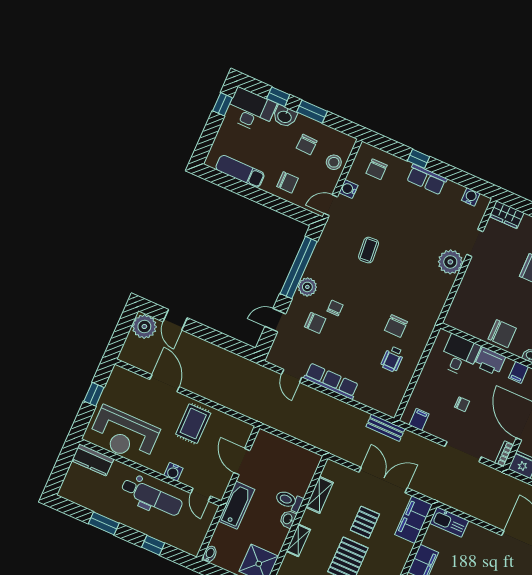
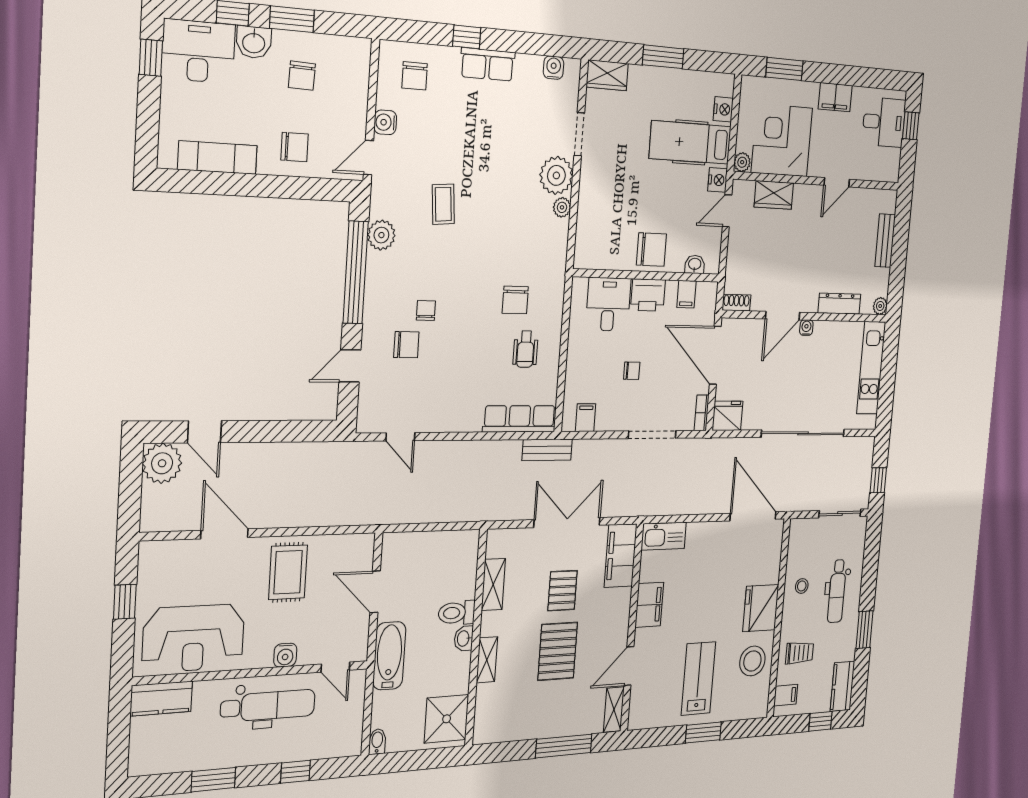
stool: (334, 162) -> (351, 89), removed
plant: (448, 283) -> (562, 207), added
plant: (307, 287) -> (381, 235), moved
row of seats: (331, 381) -> (520, 419), moved

